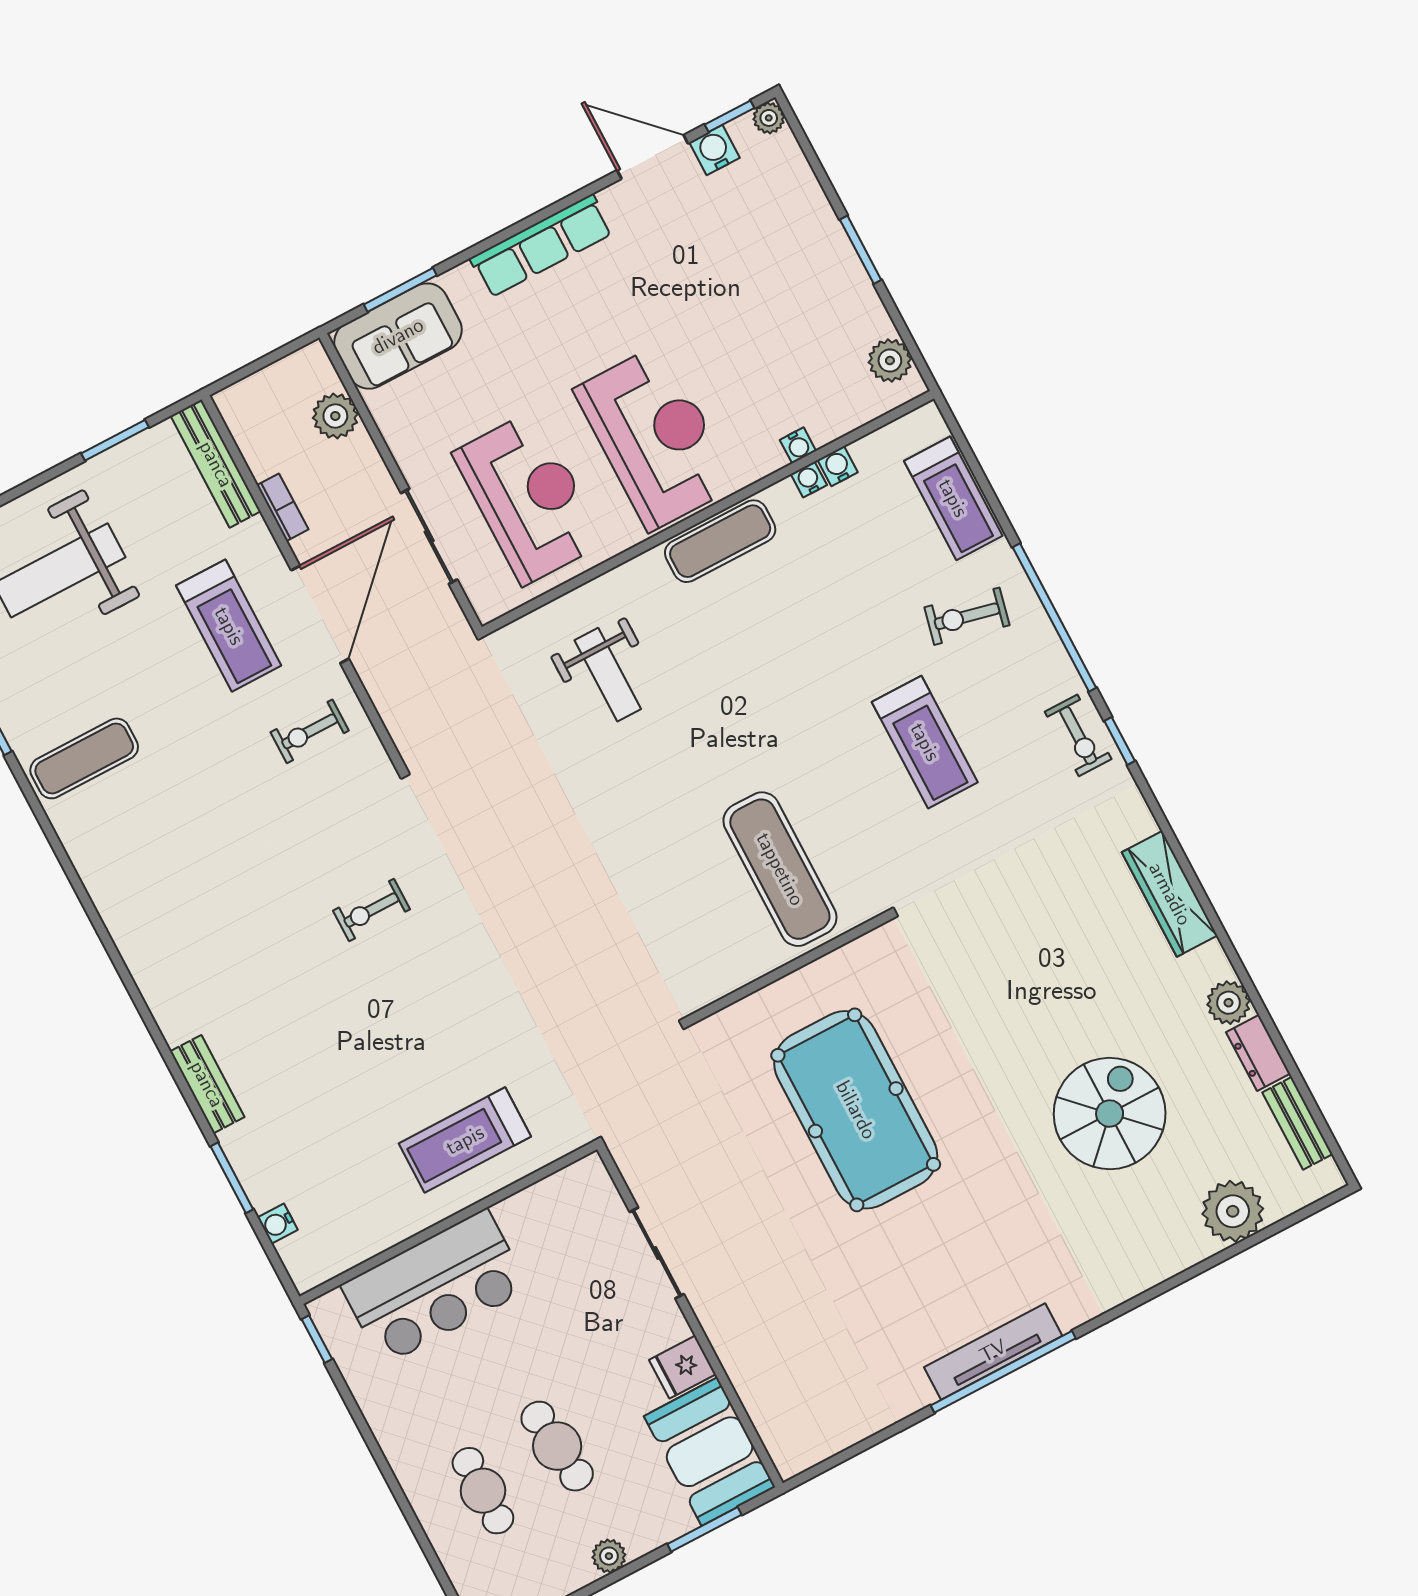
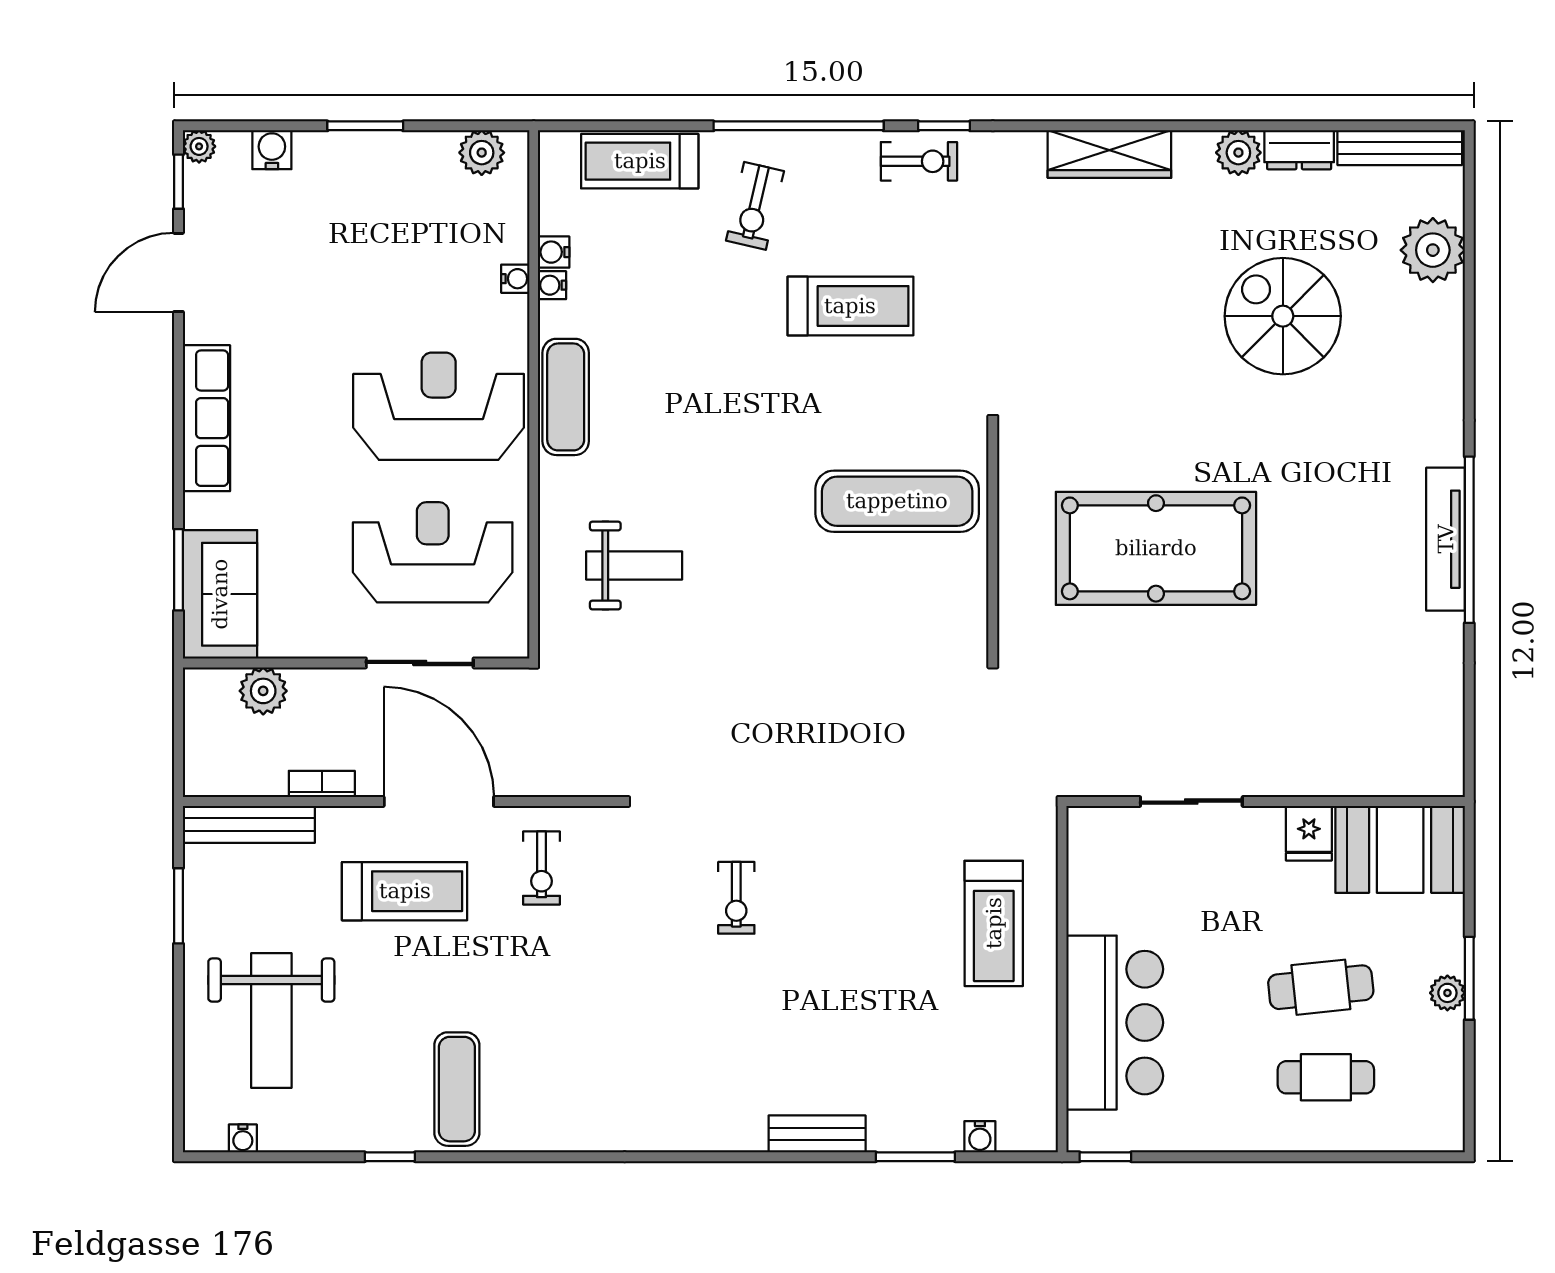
water cooler: (715, 150) -> (272, 150), moved, turned 90
treadmill: (953, 498) -> (640, 161), turned 180
bench: (1297, 1123) -> (1400, 148), width x1.36
window: (704, 1529) -> (1469, 978), moved

